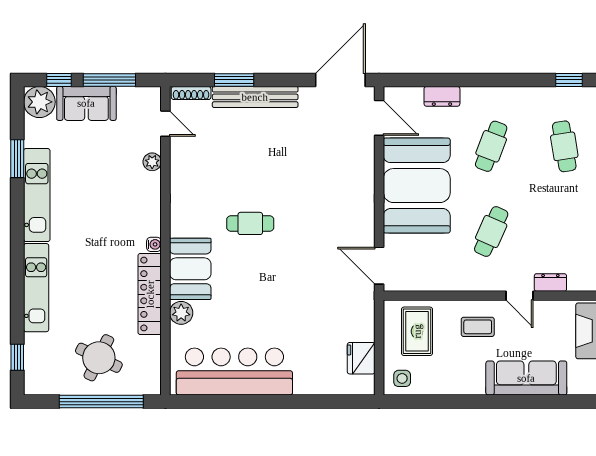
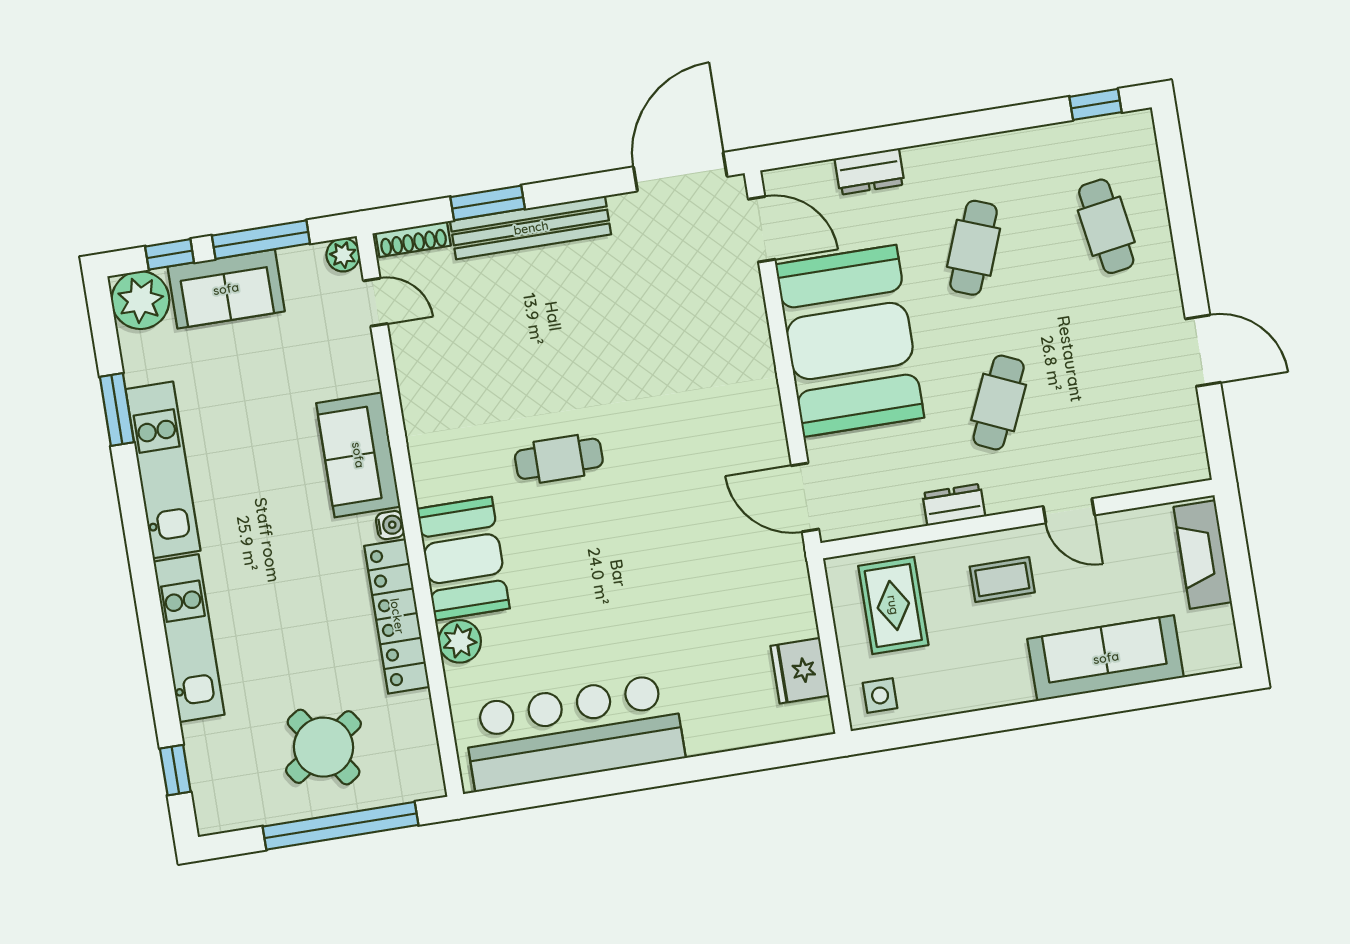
plant: (152, 162) -> (343, 255), moved
sofa: (143, 204) -> (358, 455), added
dresser: (550, 283) -> (954, 505), moved
round table: (99, 358) -> (324, 747), turned 30

